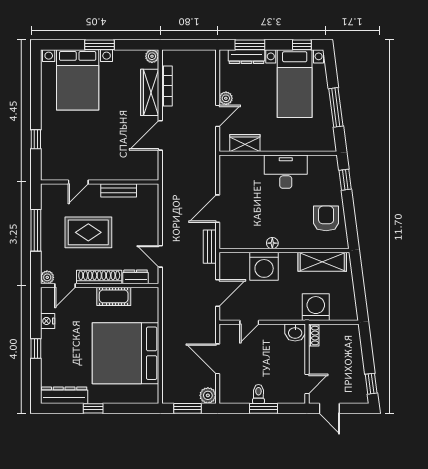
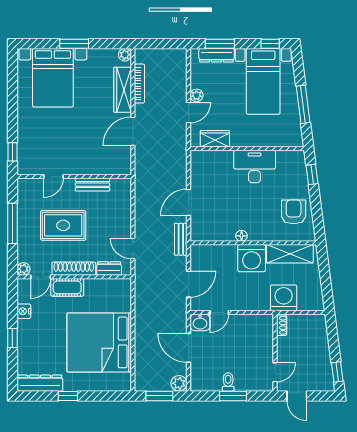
window: (36, 139) -> (12, 152), moved
washing machine: (264, 266) -> (252, 258), moved
cot: (114, 296) -> (67, 287), moved
washbasin: (295, 333) -> (200, 322), moved

